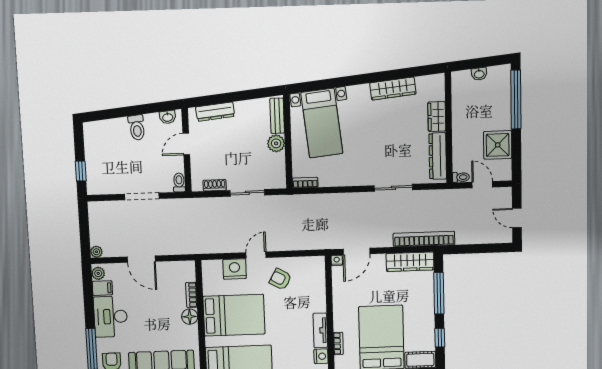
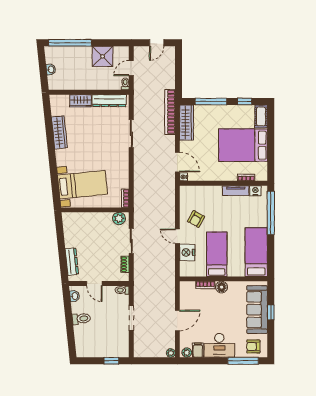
bench: (277, 116) -> (76, 217), removed
plant: (276, 143) -> (119, 218), moved
bed: (234, 315) -> (217, 254), width x0.67

